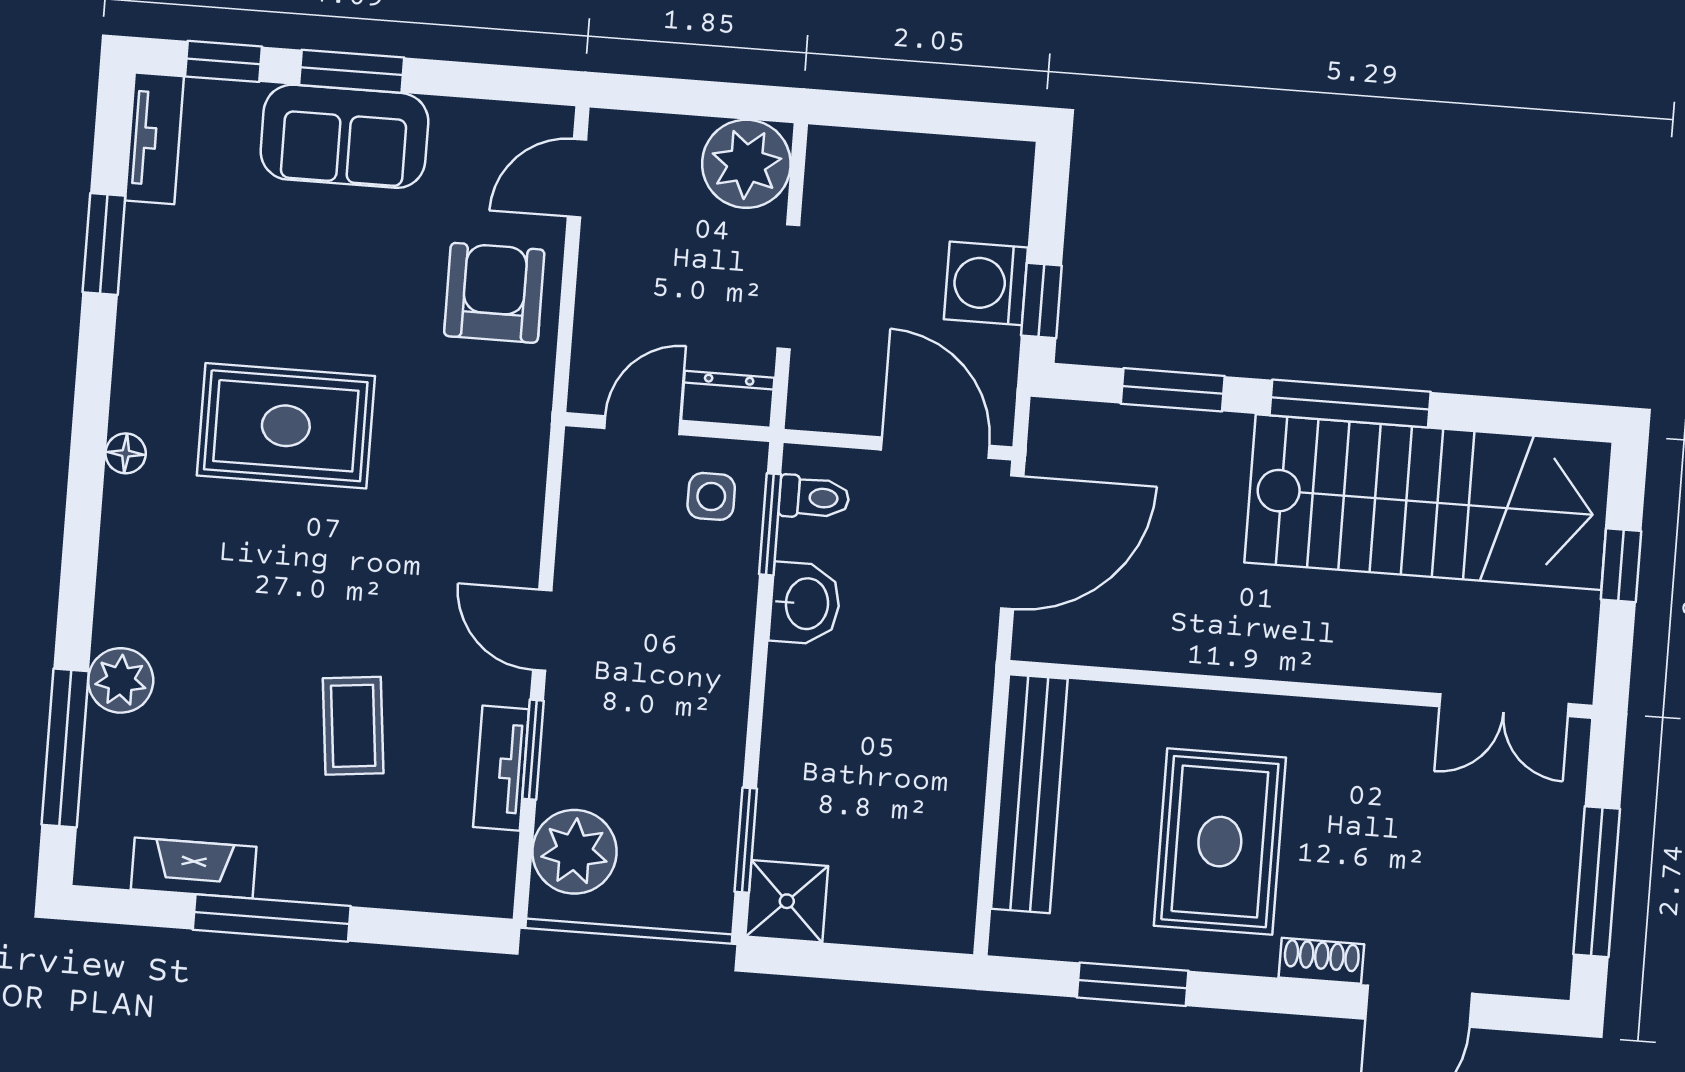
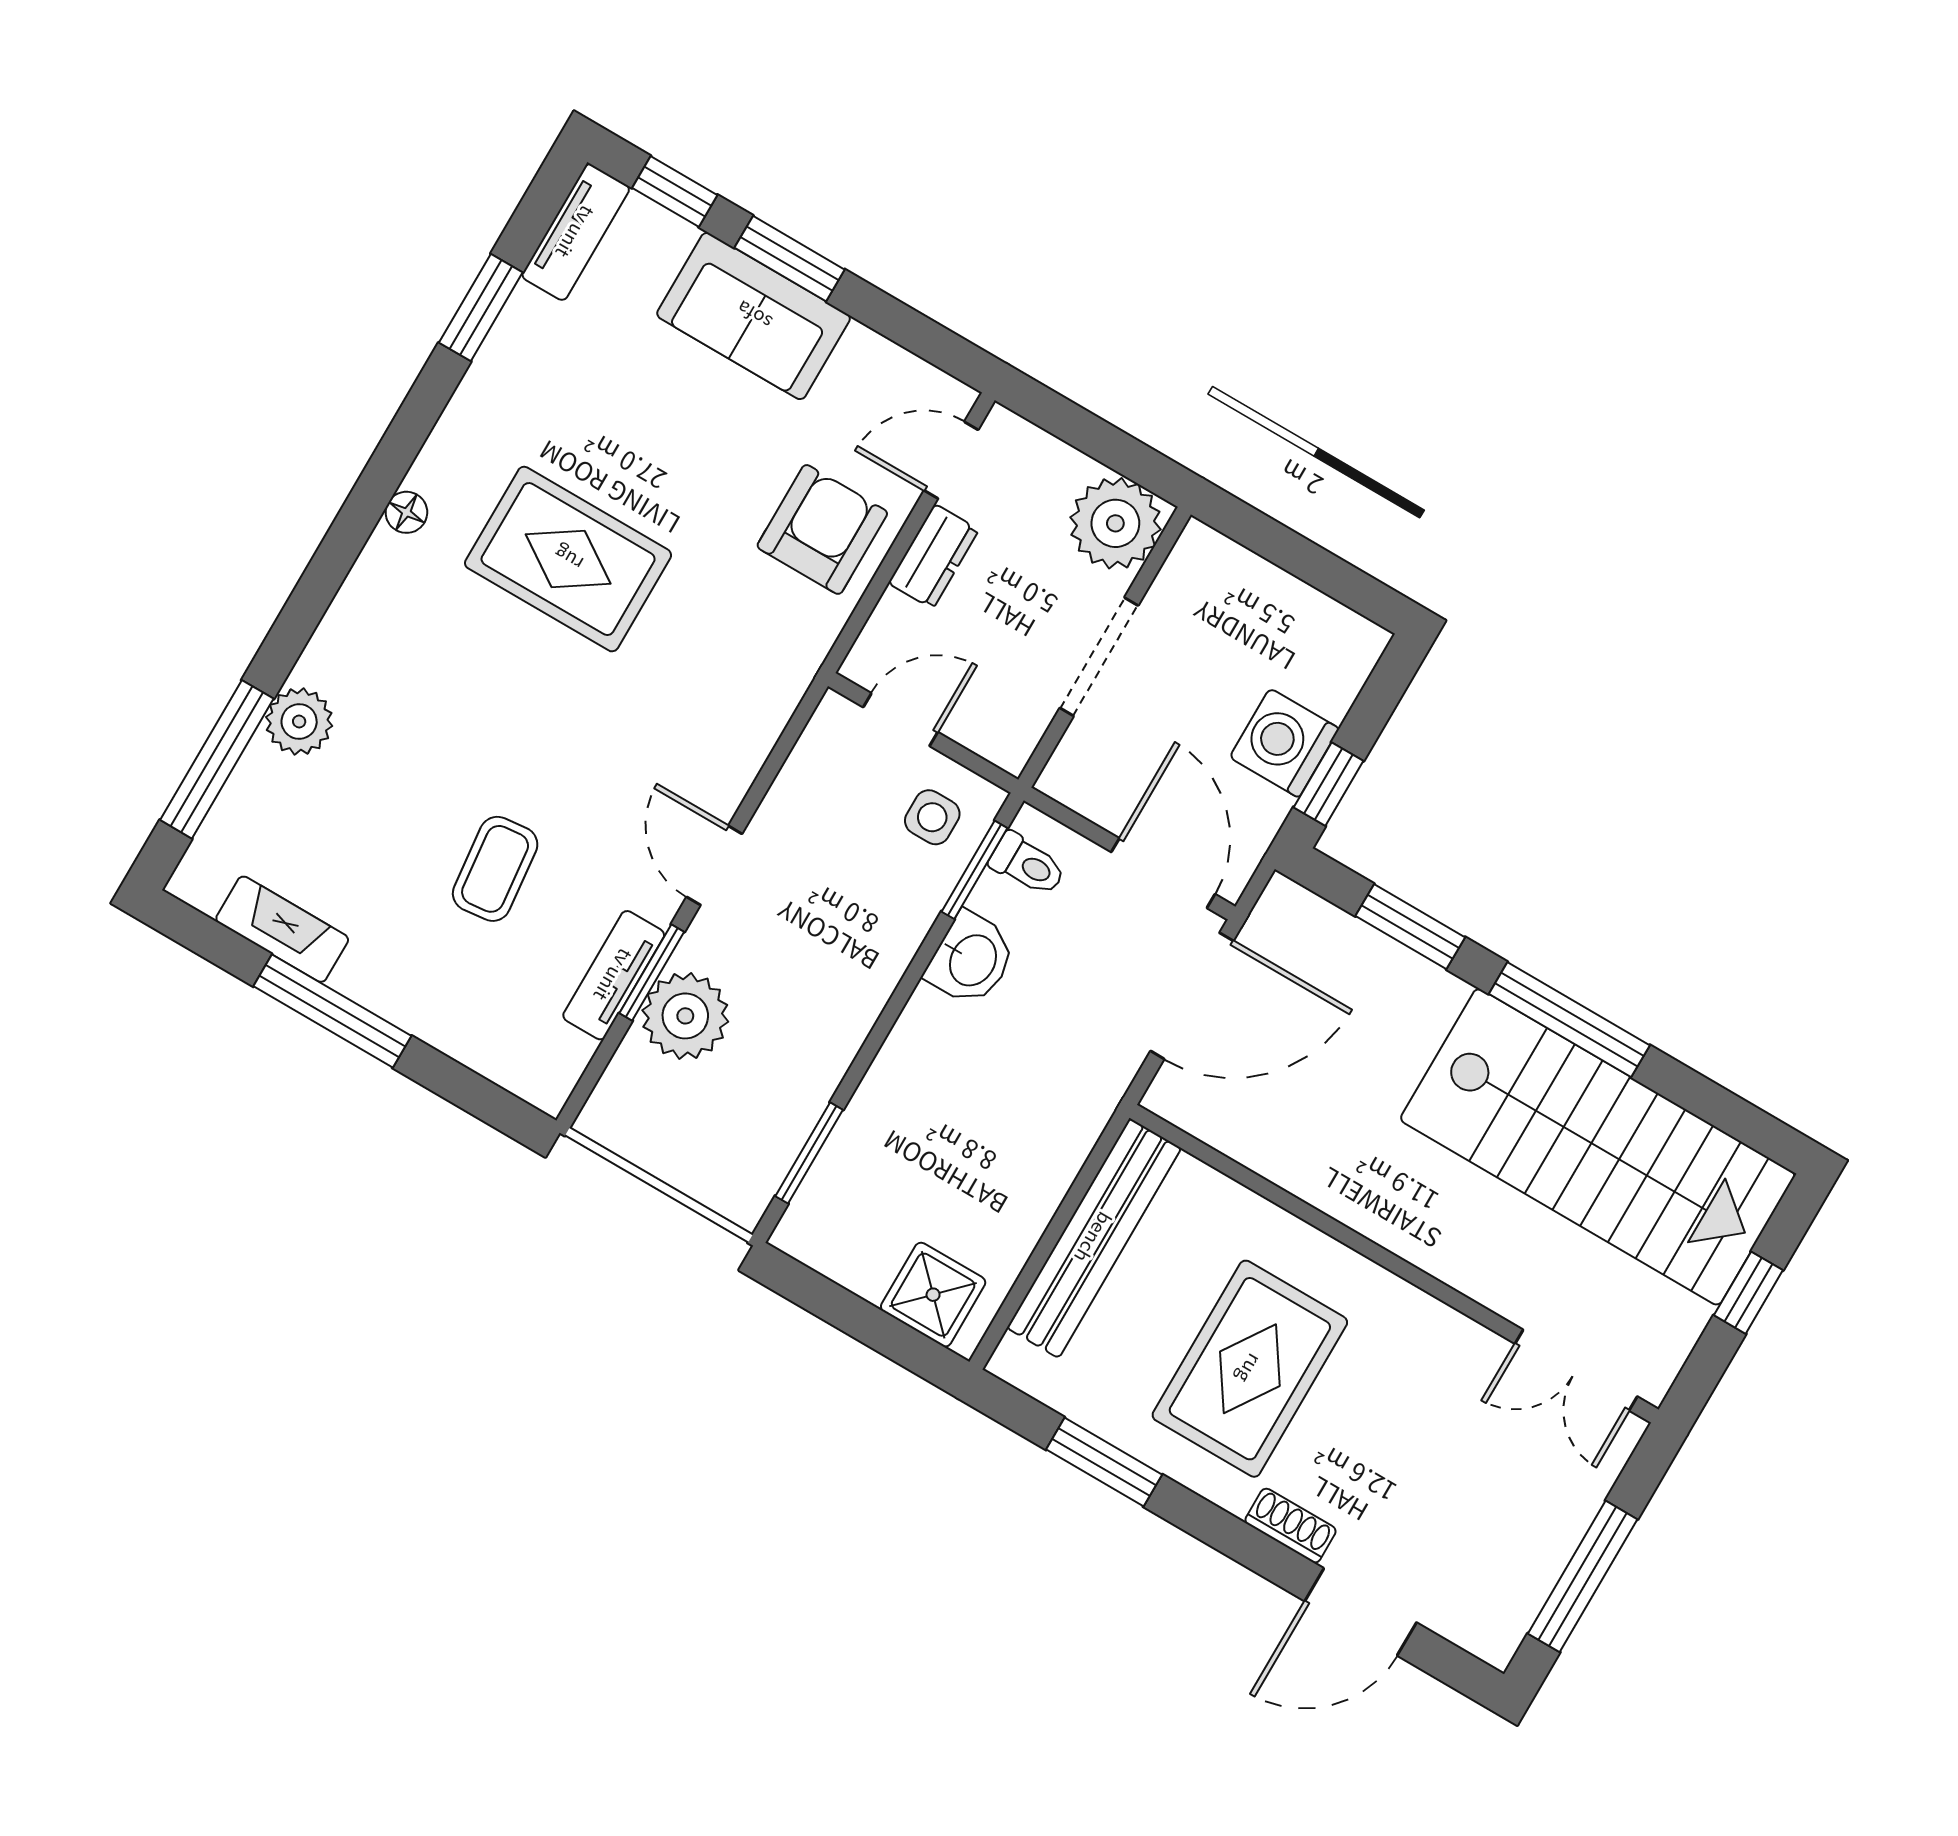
dresser: (728, 399) -> (934, 556), moved, turned 90
plant: (574, 852) -> (685, 1016), moved
shower: (787, 901) -> (933, 1295), moved

